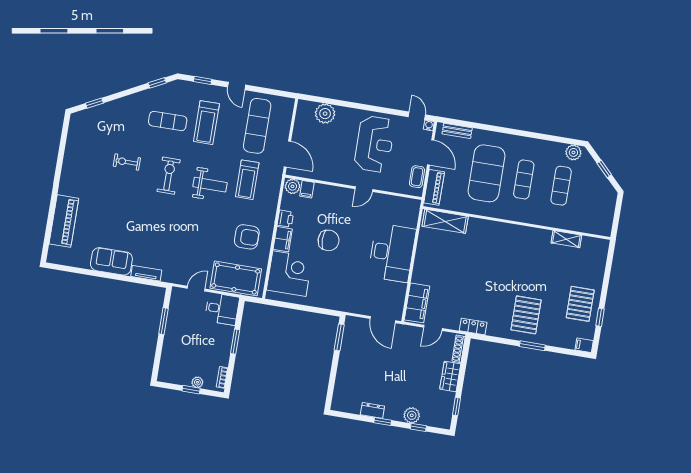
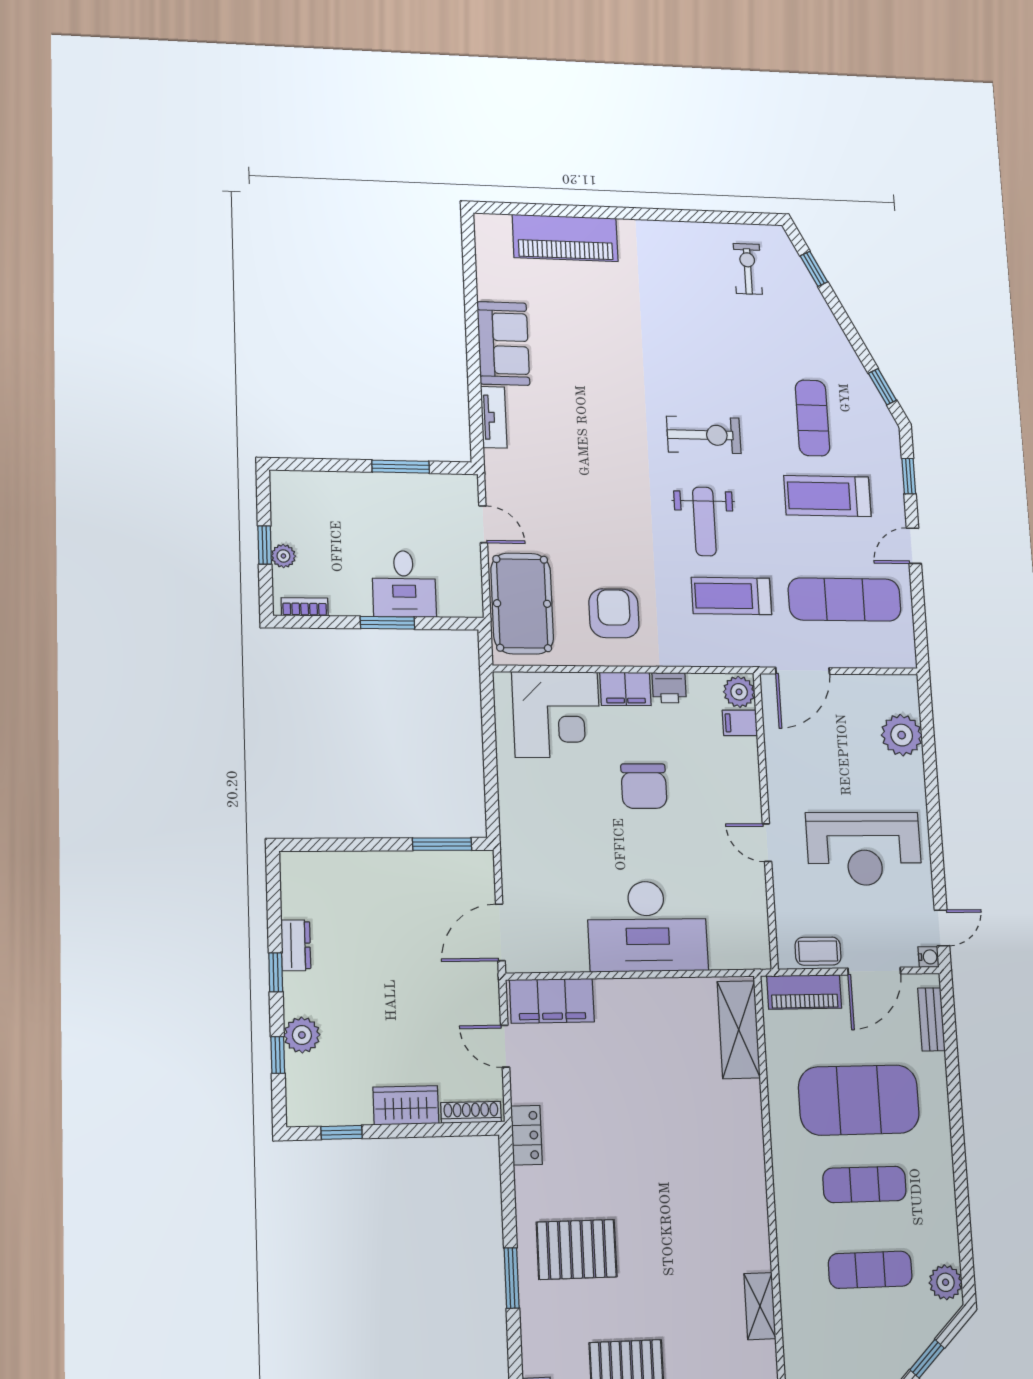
exercise bike: (127, 162) -> (748, 269), moved
armchair: (247, 237) -> (614, 613), turned 180
desk: (222, 309) -> (404, 584), moved

